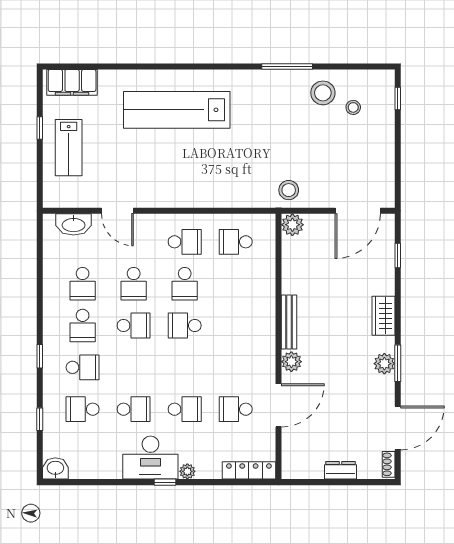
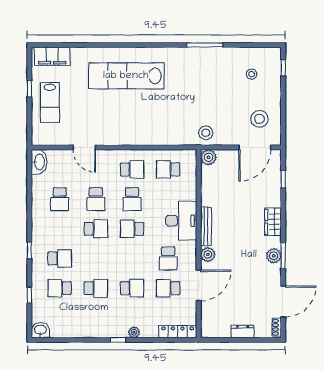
stool: (323, 93) -> (260, 119), moved
washbasin: (74, 224) -> (39, 162), moved, turned -90
school desk: (83, 326) -> (168, 258), moved
desk: (150, 458) -> (181, 221), moved, turned -90

